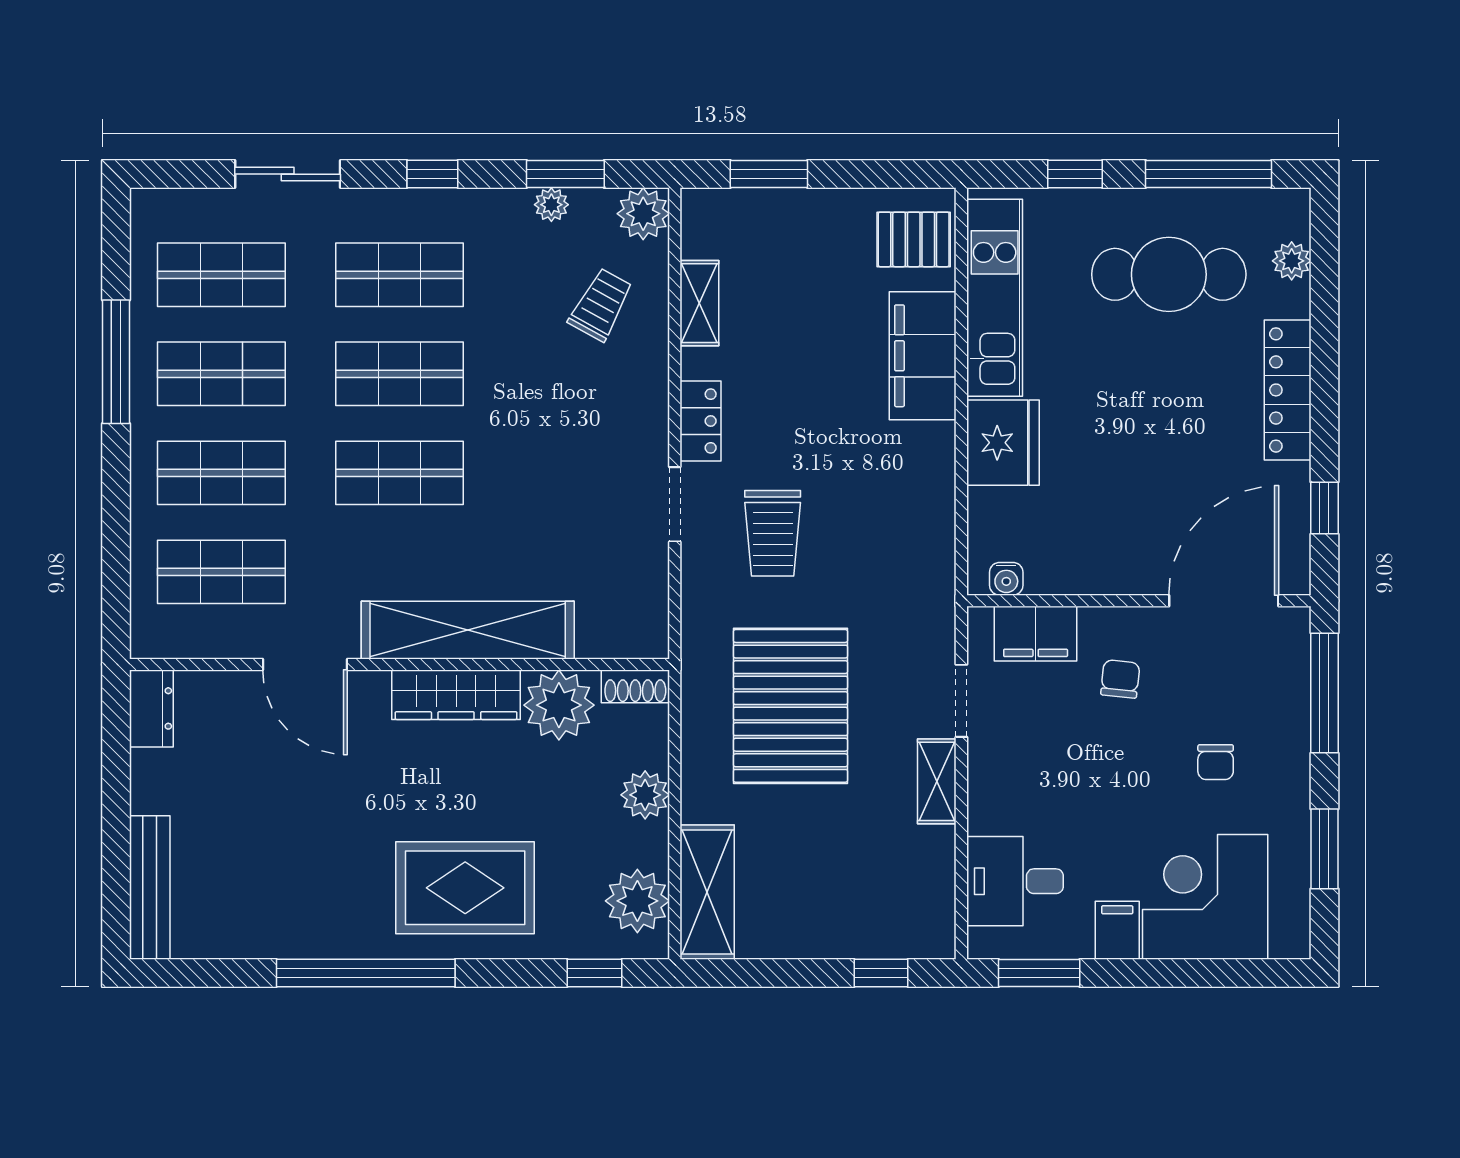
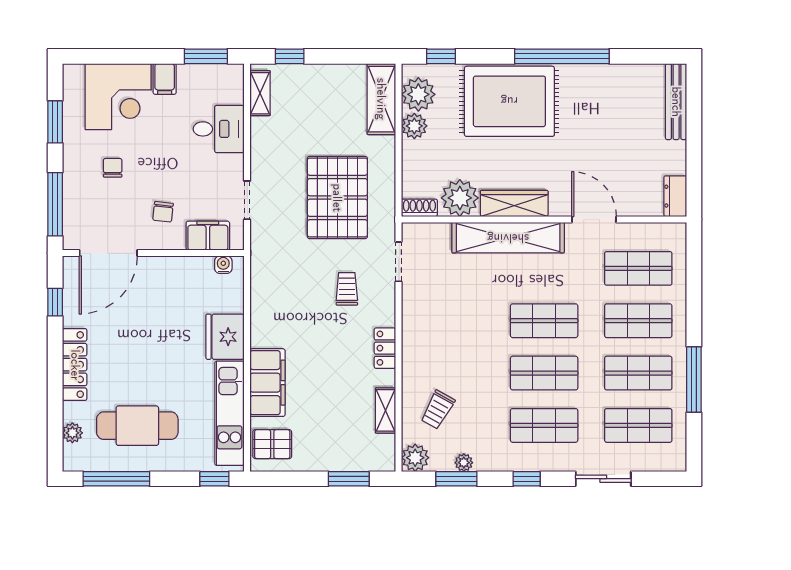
window: (1075, 174) -> (214, 479), moved
doorway: (675, 504) -> (399, 262), moved
trolley: (773, 533) -> (347, 289), width x0.73, depth x0.72
shelving: (937, 781) -> (260, 93), moved
plant: (645, 795) -> (414, 126), moved
desk: (1015, 881) -> (219, 129), moved
rug: (465, 888) -> (509, 101), width x1.37, depth x1.44

